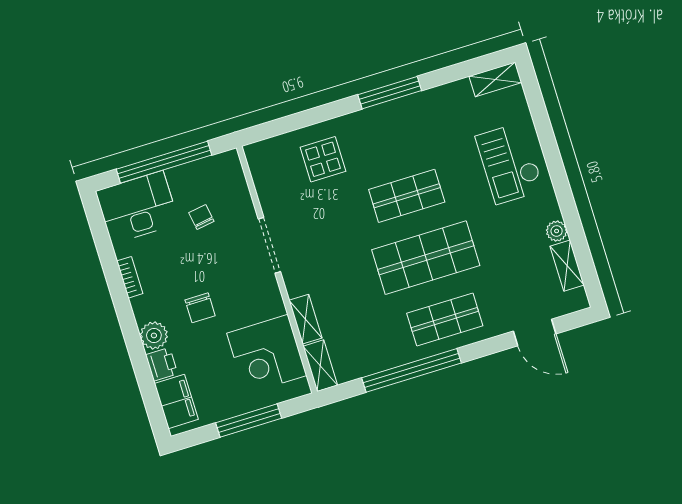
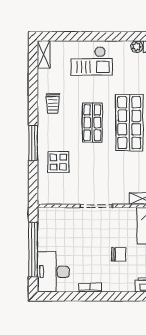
window: (390, 93) -> (33, 143), moved
trolley: (418, 120) -> (53, 104), added
chair: (201, 217) -> (69, 238), removed
plant: (154, 335) -> (126, 284), removed

